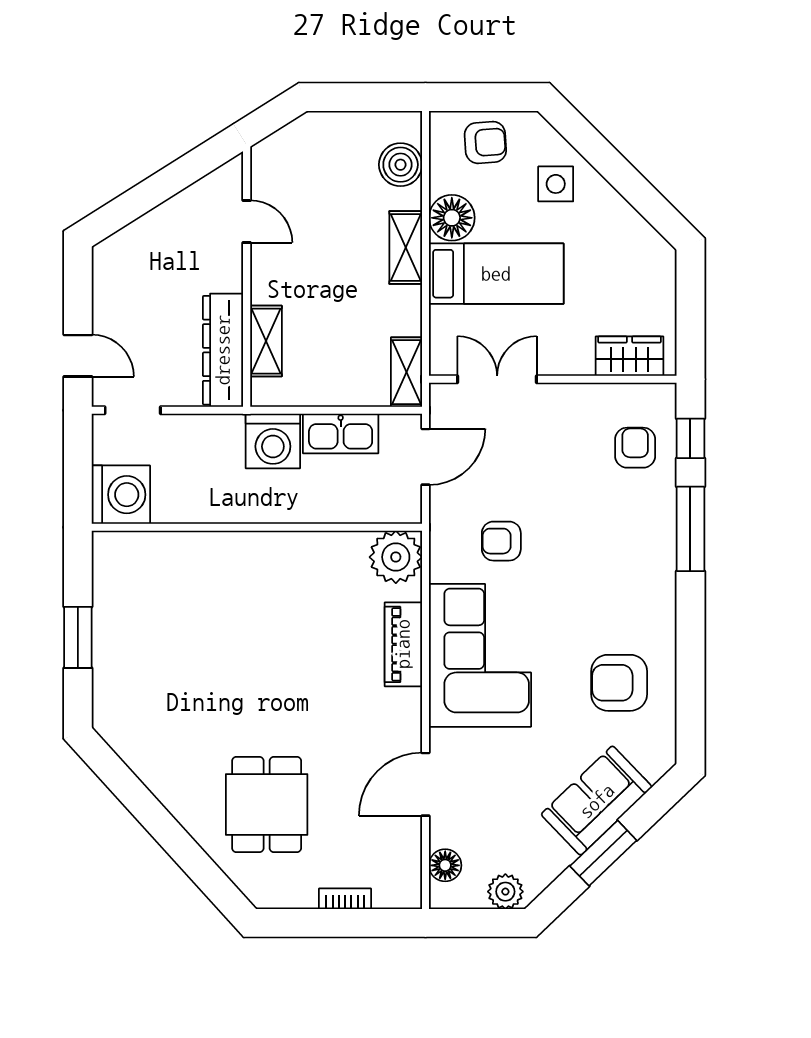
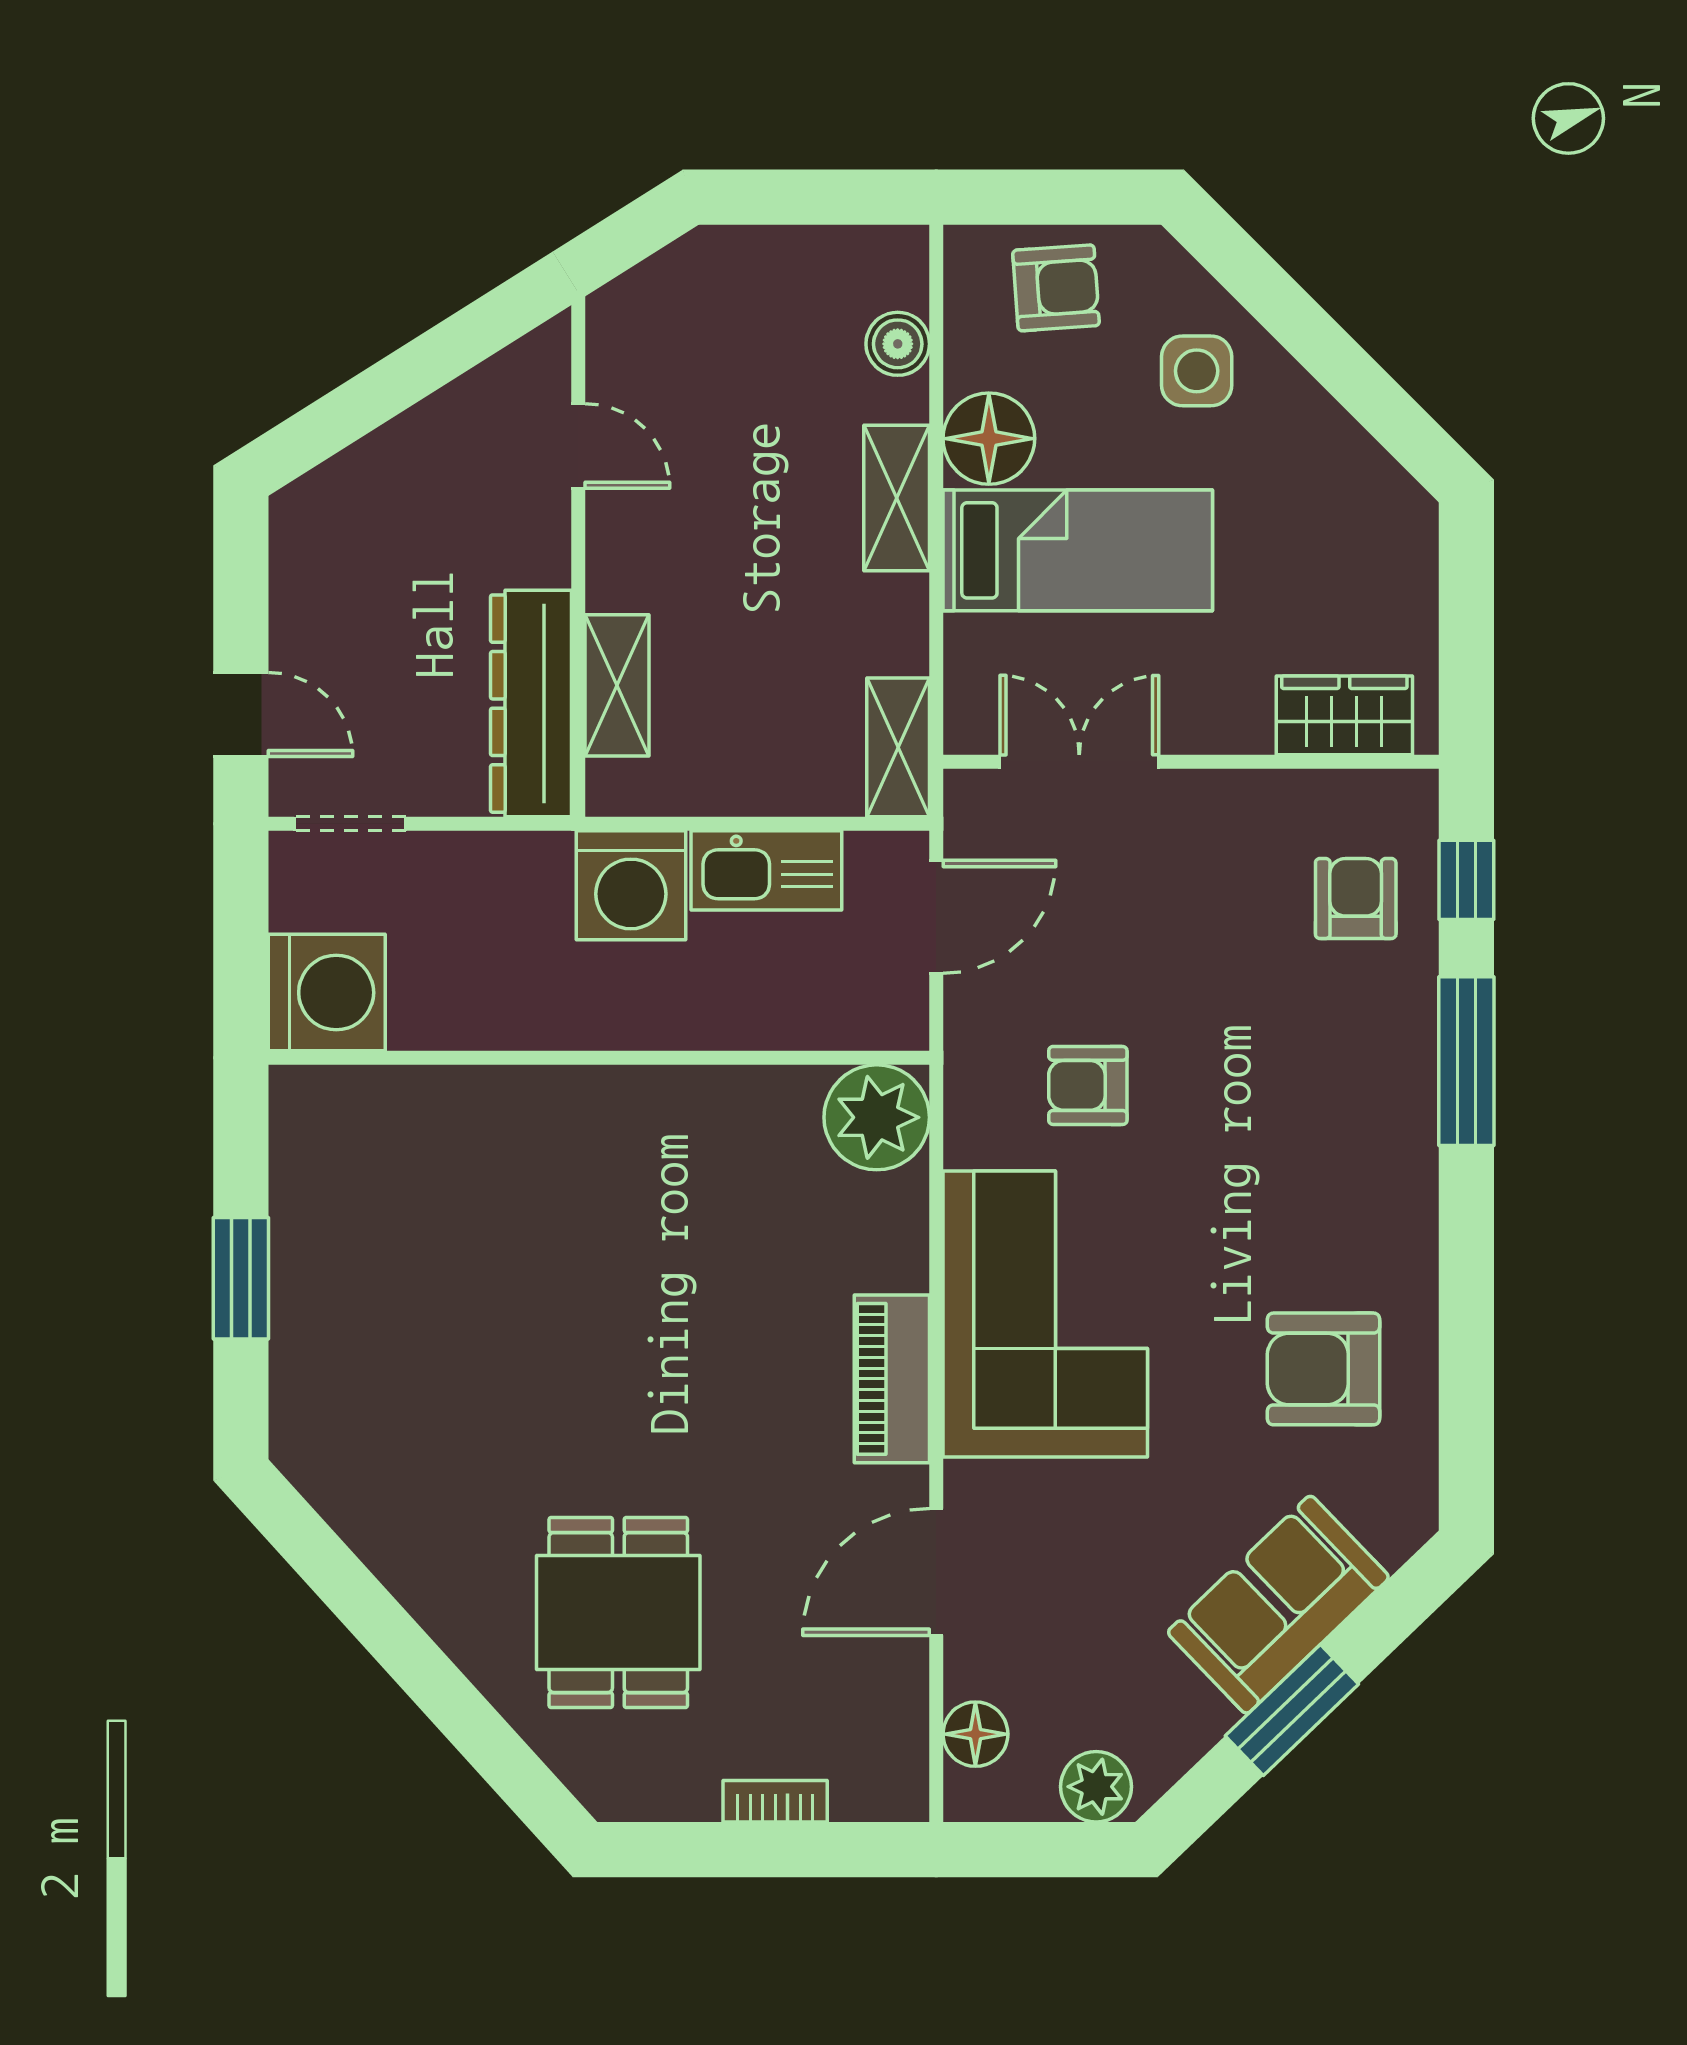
boiler: (401, 165) -> (898, 344), width x0.73, depth x0.73
piano: (403, 644) -> (892, 1379), moved

